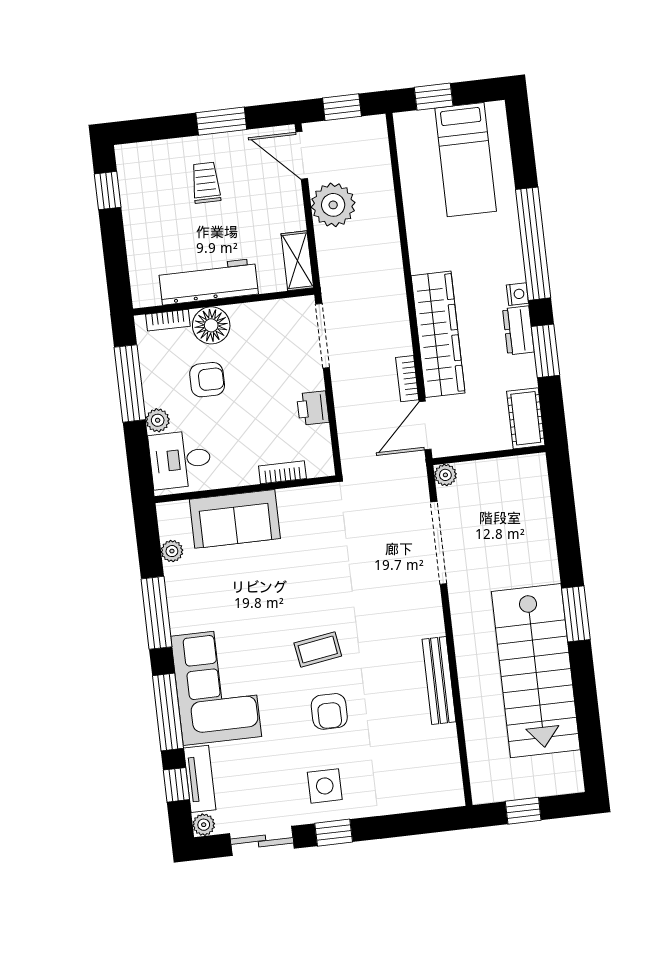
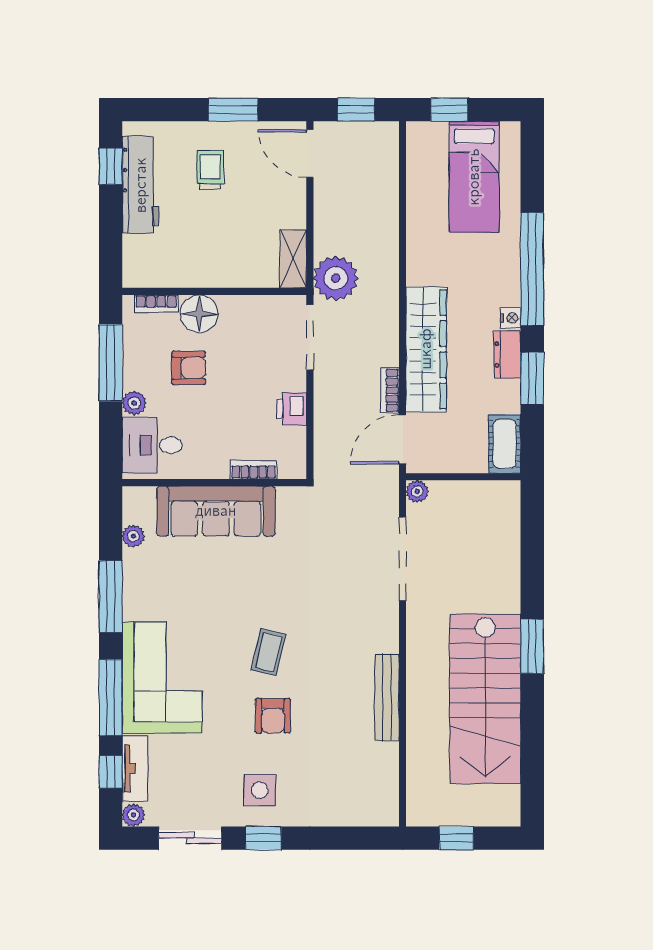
plant: (333, 205) -> (336, 278), moved
workbench: (208, 282) -> (141, 185), moved, turned 90
sofa: (235, 519) -> (216, 511), width x1.36
coffee table: (318, 650) -> (269, 652), turned -68

